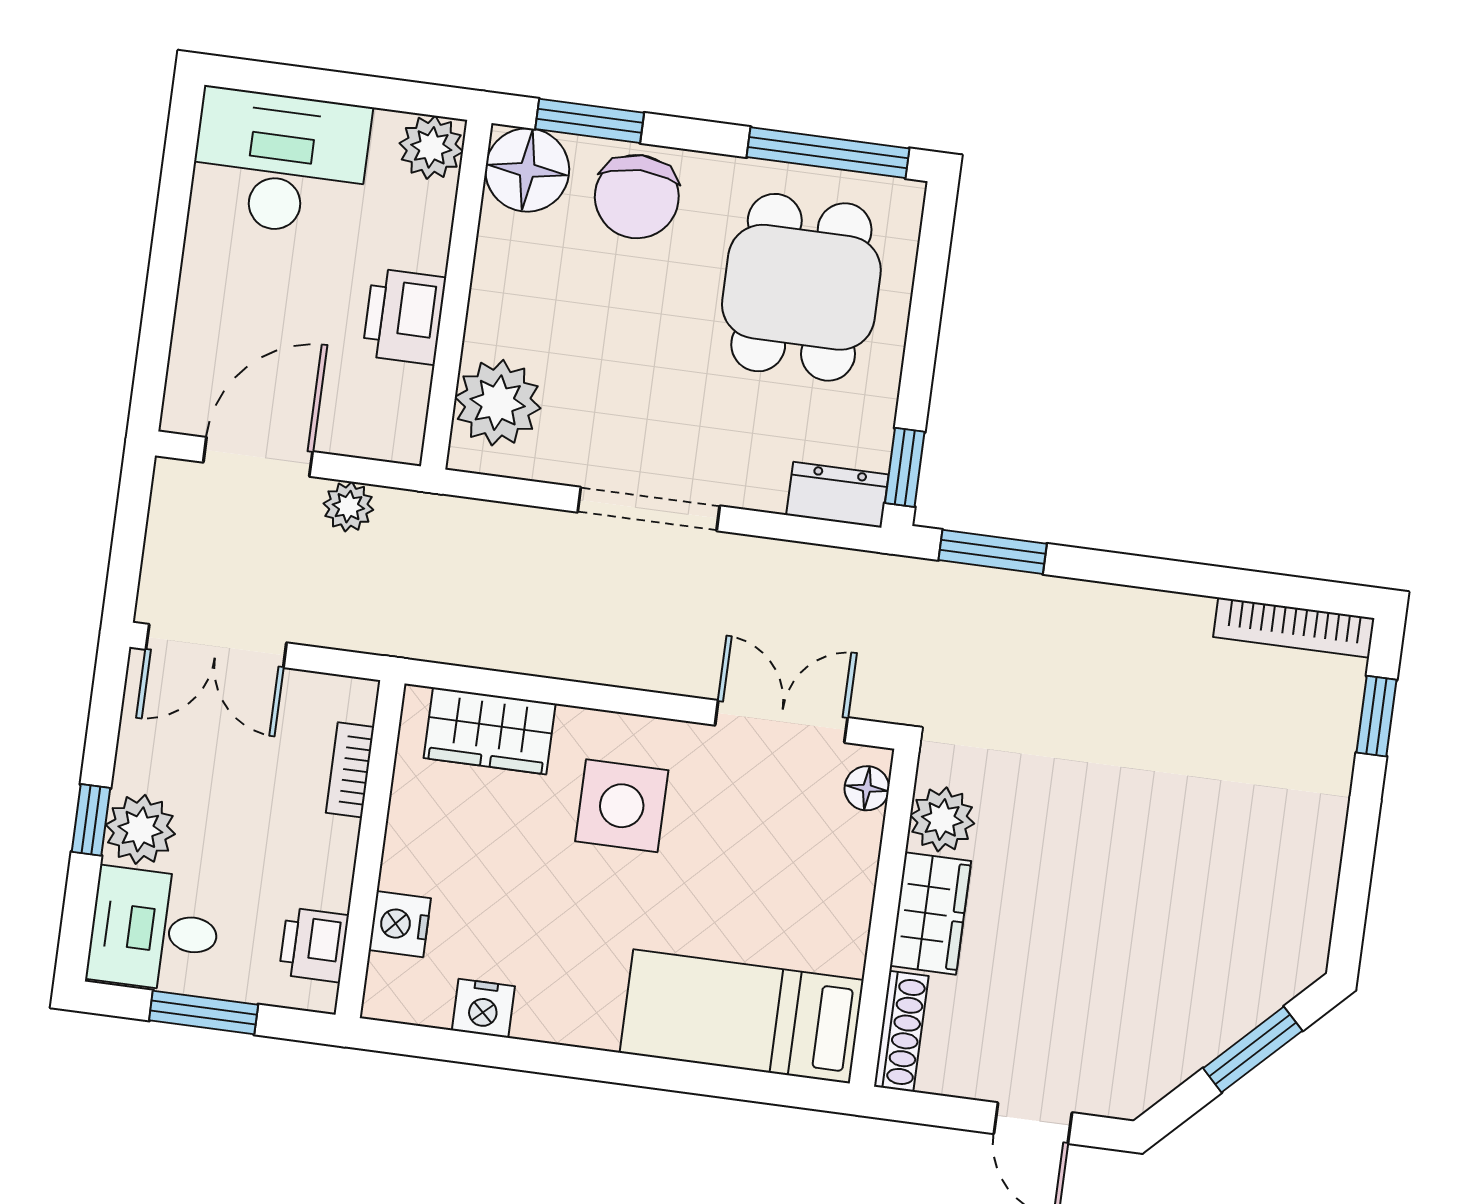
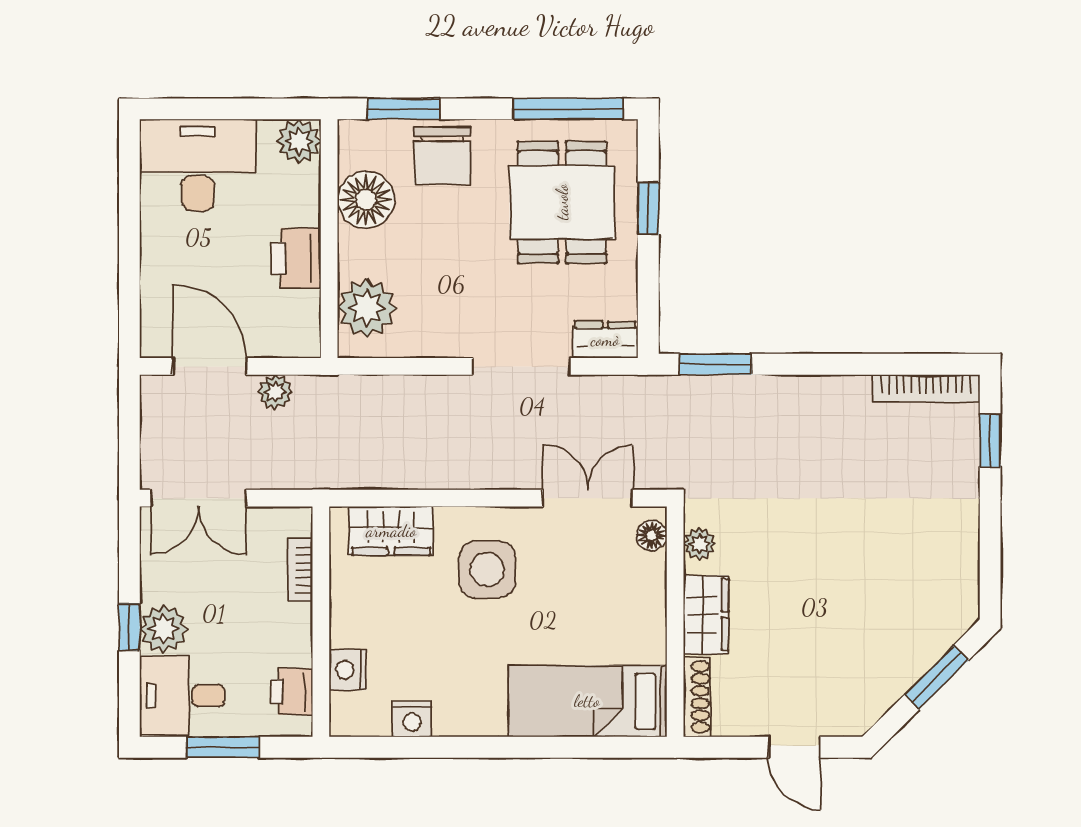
floor lamp: (527, 170) -> (366, 200), moved
door: (258, 457) -> (210, 366), hinge flipped
window: (905, 467) -> (648, 208), moved
doorway: (649, 509) -> (521, 366), moved
plant: (942, 819) -> (699, 544), width x0.73, depth x0.73

